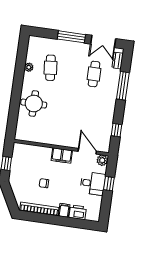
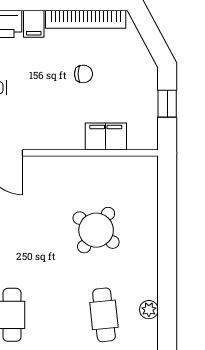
round table: (34, 104) -> (96, 230), moved, turned 36
filing cabinet: (62, 156) -> (106, 136), moved

